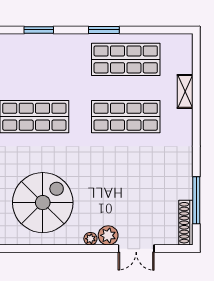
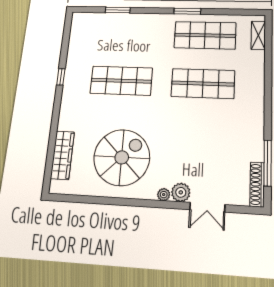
window: (39, 30) -> (118, 10), moved
shelving: (185, 91) -> (258, 35), moved

